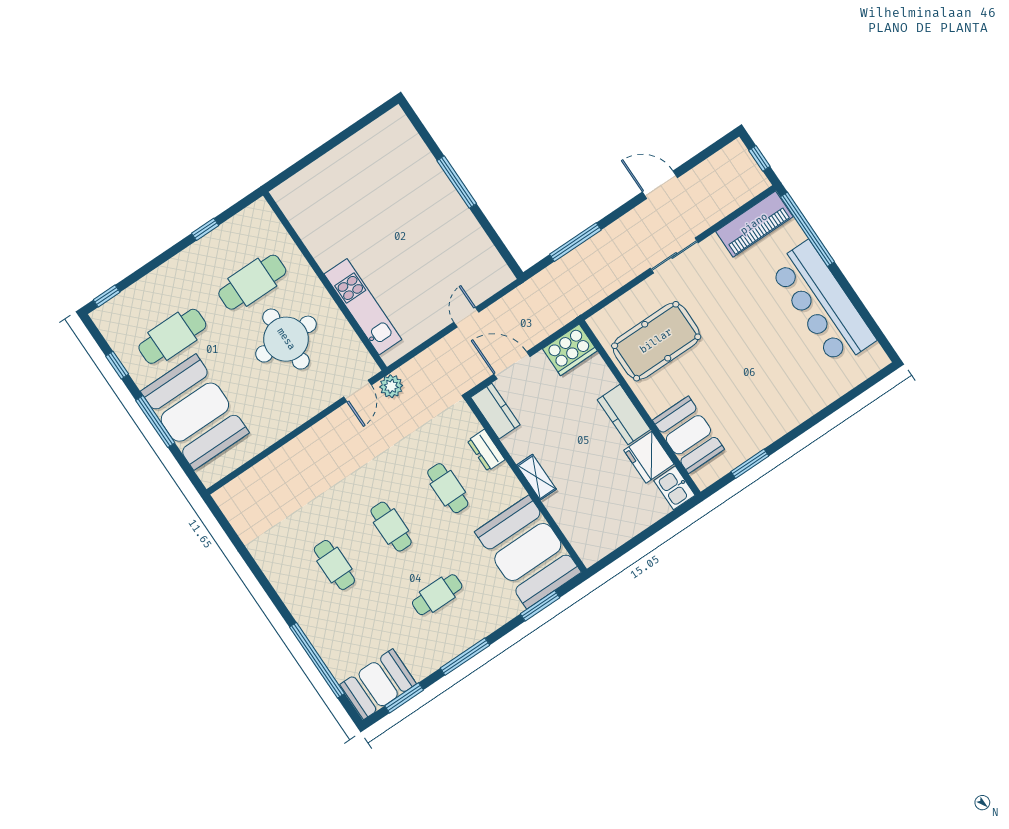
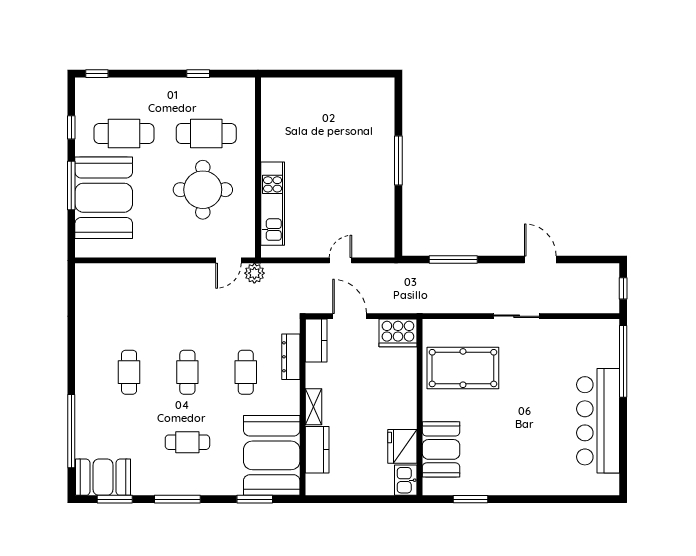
piano: (754, 224) -> (588, 332), removed
kitchen counter: (624, 415) -> (317, 450), moved, turned 180
dresser: (486, 450) -> (291, 357), width x1.44

